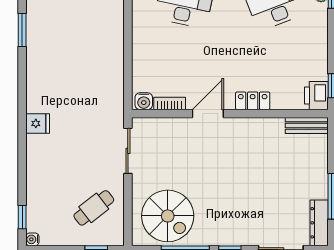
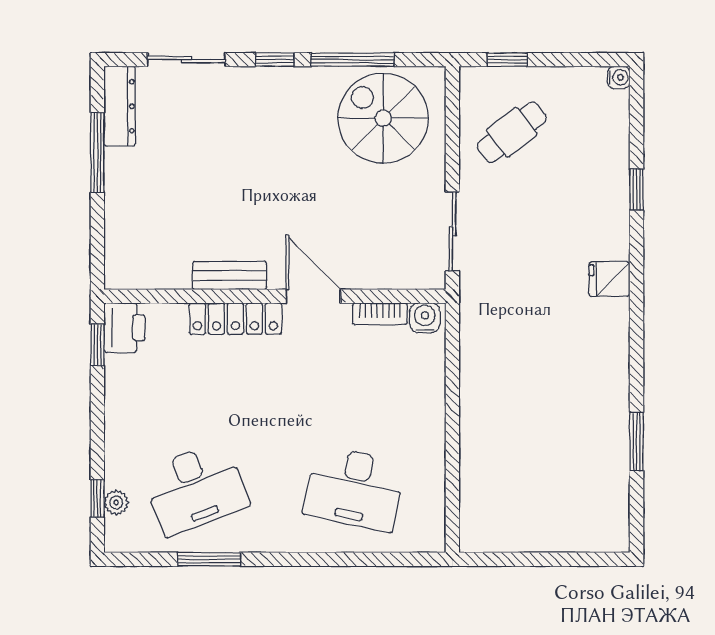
locker: (253, 101) -> (235, 319), width x1.53
door: (208, 114) -> (313, 296), swing flipped
bench: (307, 126) -> (229, 276), moved
window: (22, 217) -> (637, 190), moved

